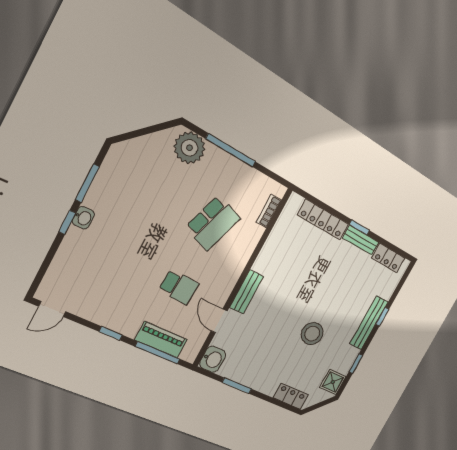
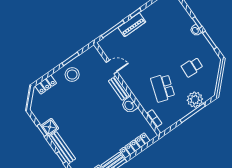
plant: (190, 148) -> (195, 100), moved
school desk: (179, 287) -> (192, 67), moved
stool: (312, 334) -> (72, 75), moved
piano: (161, 340) -> (132, 25), moved
washbasin: (213, 359) -> (129, 105), moved
shower: (333, 382) -> (50, 127), moved

